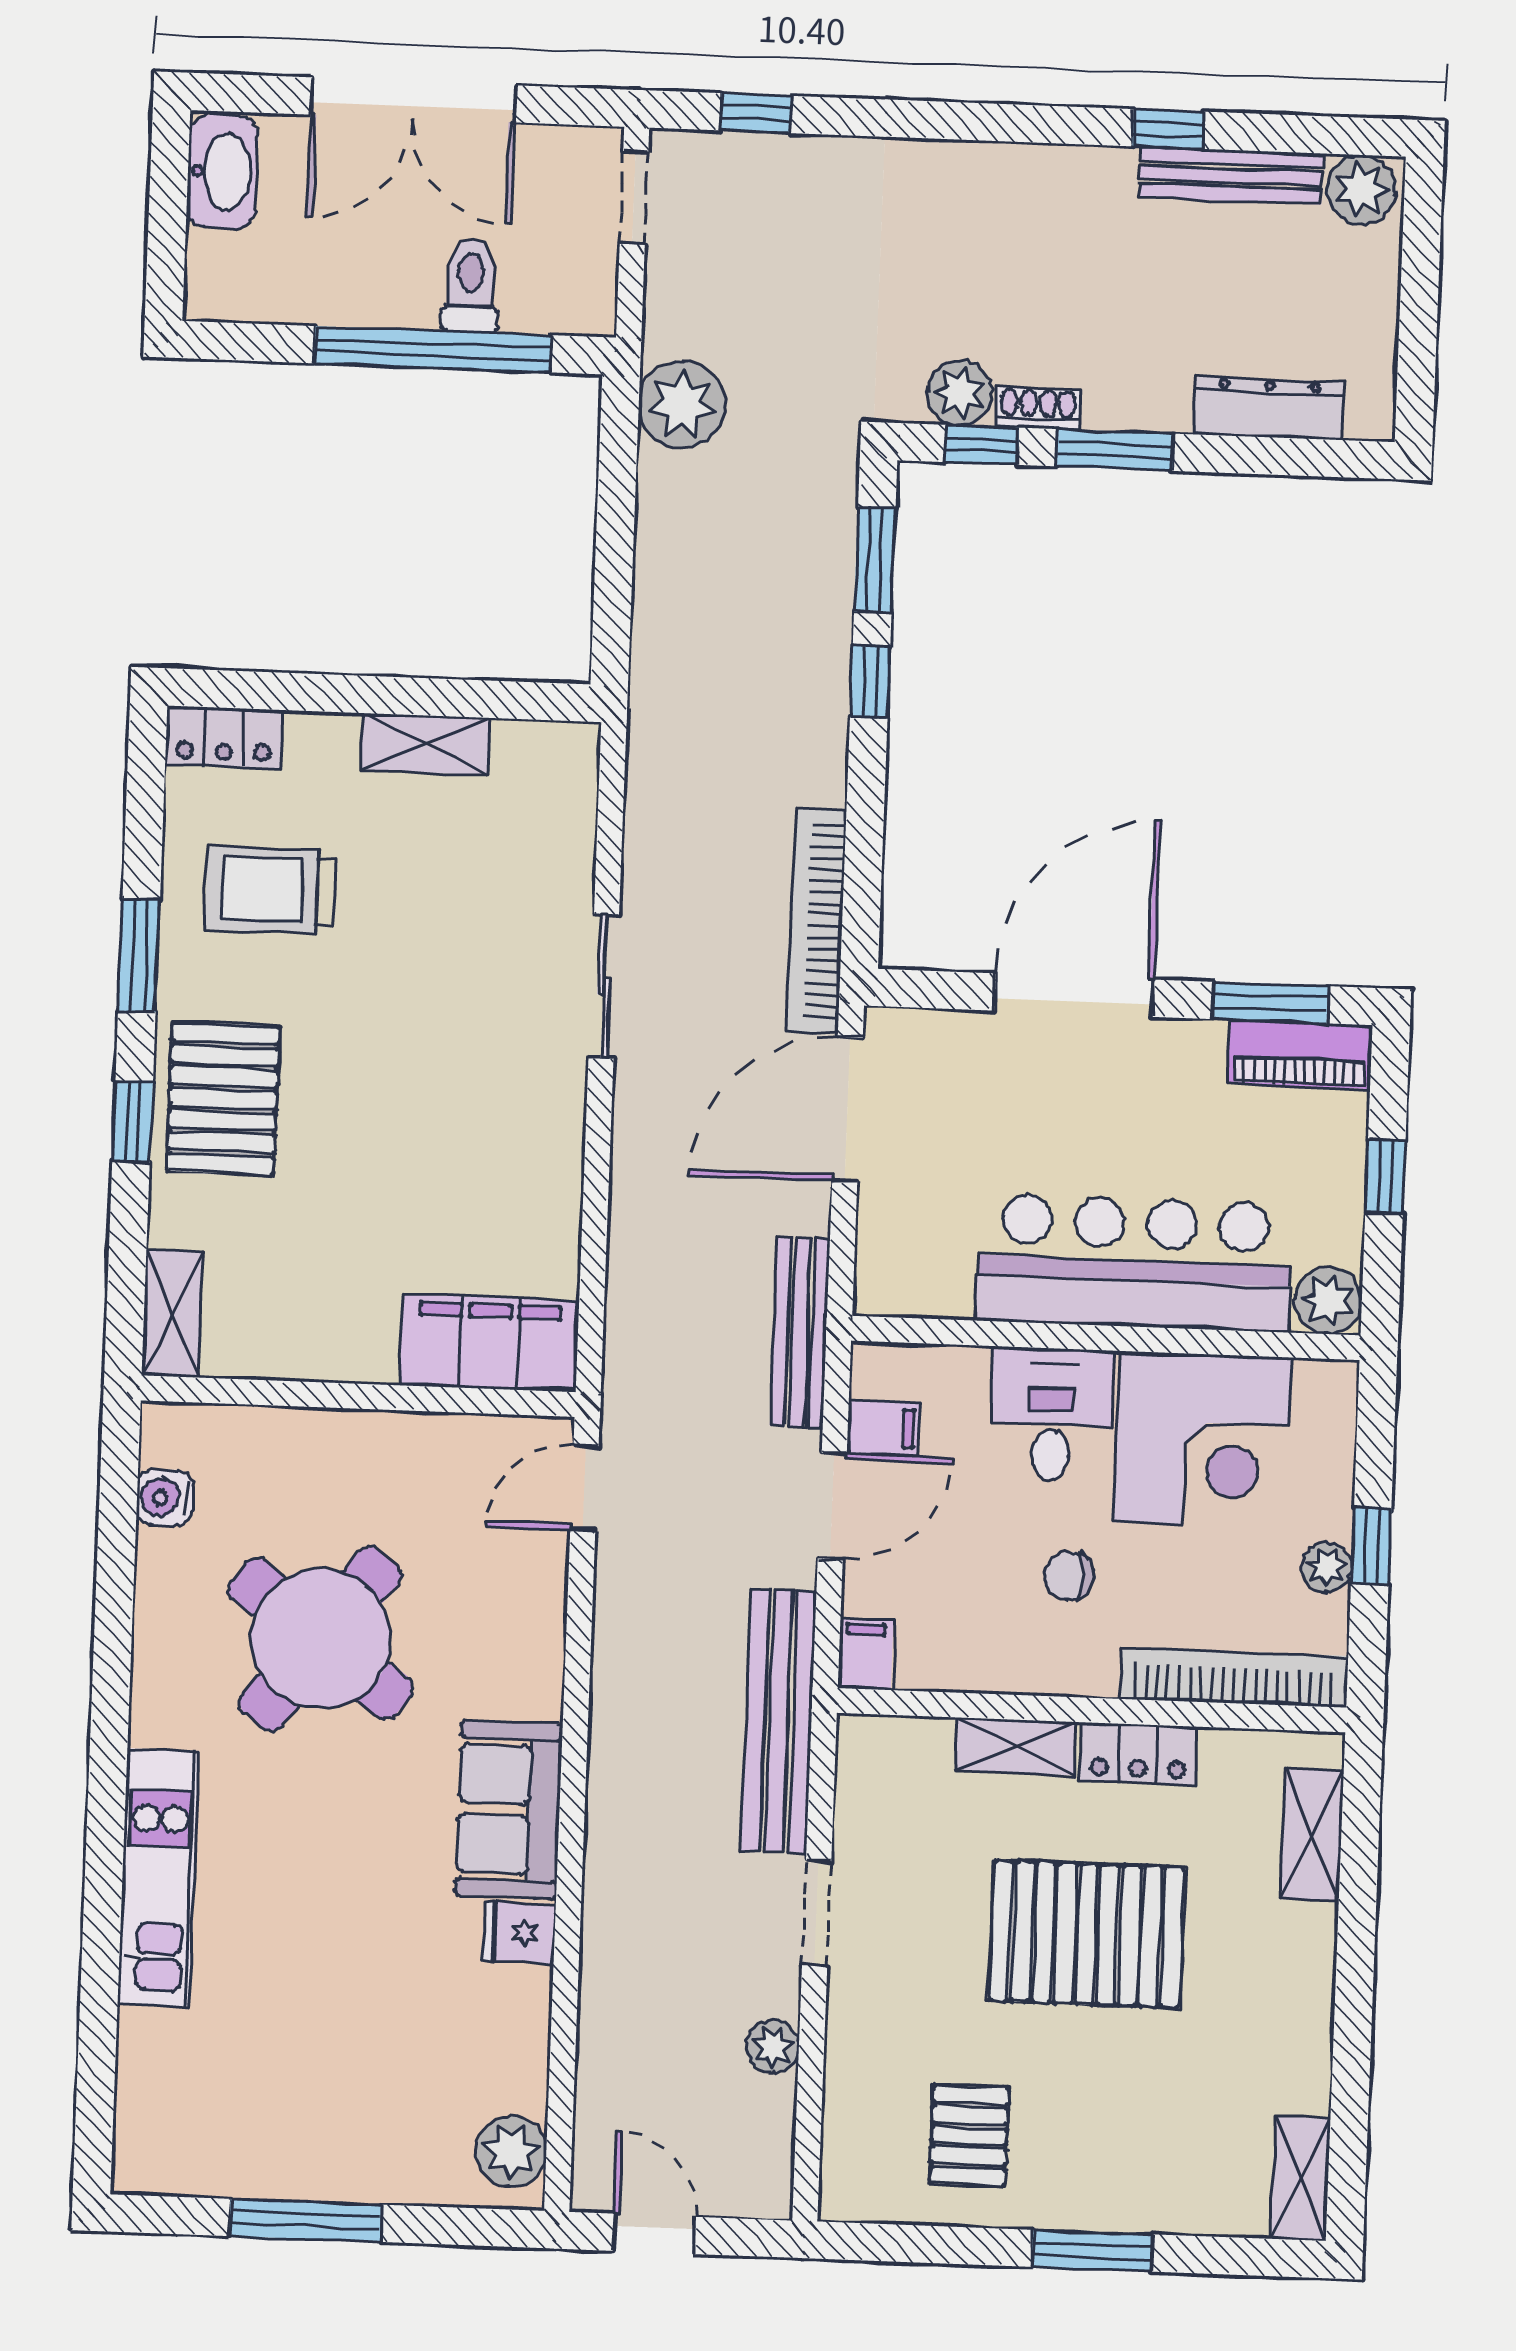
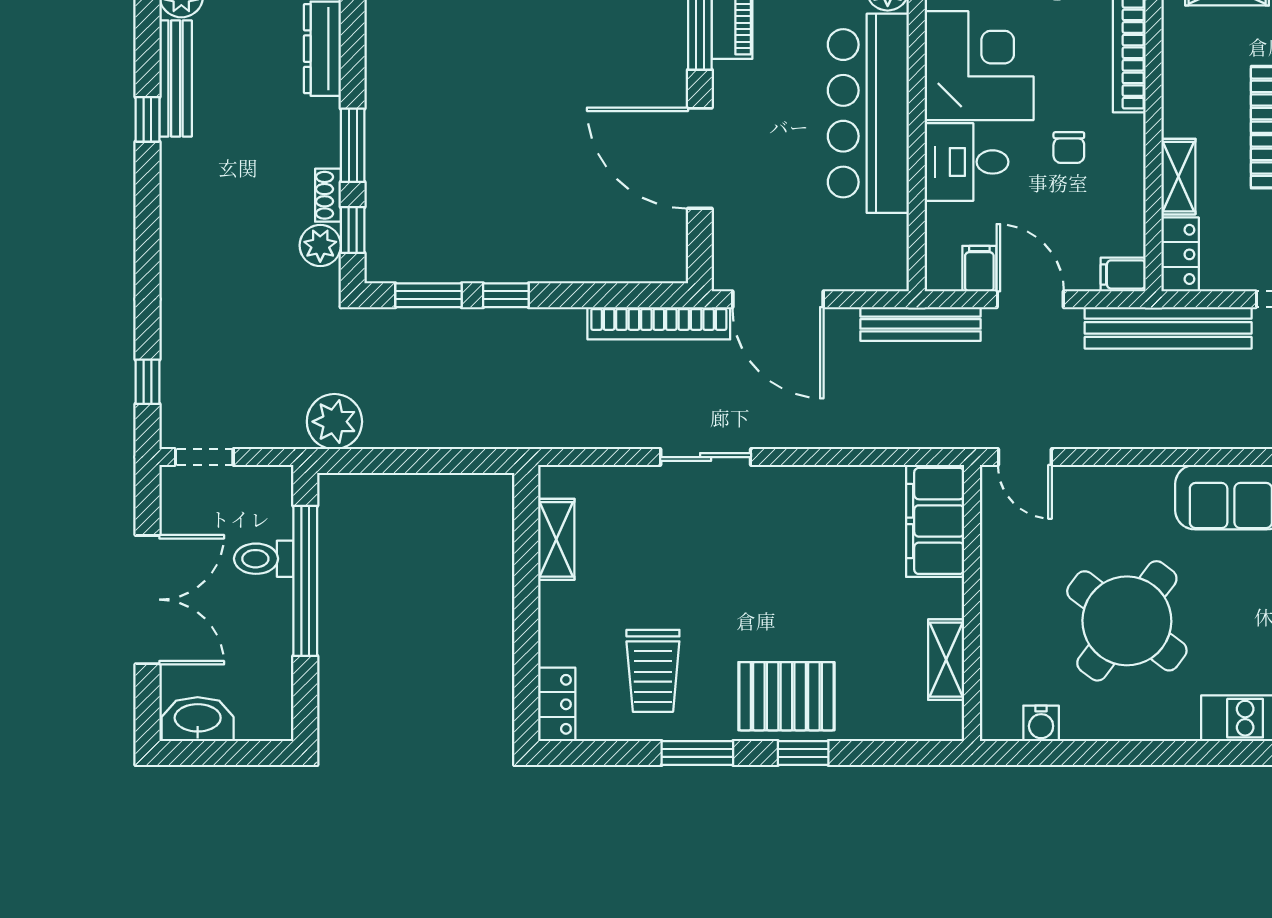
shelving: (425, 744) -> (556, 539), moved
shelving: (172, 1313) -> (946, 660), moved, turned 90
locker: (1138, 1754) -> (1180, 254), moved

